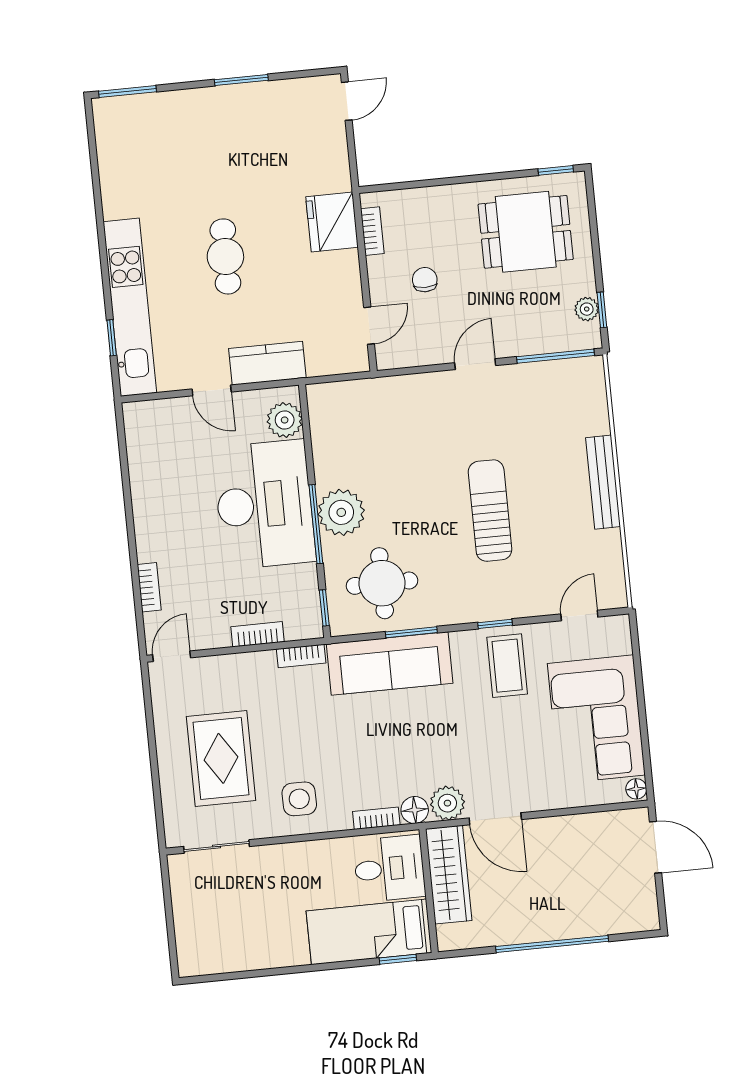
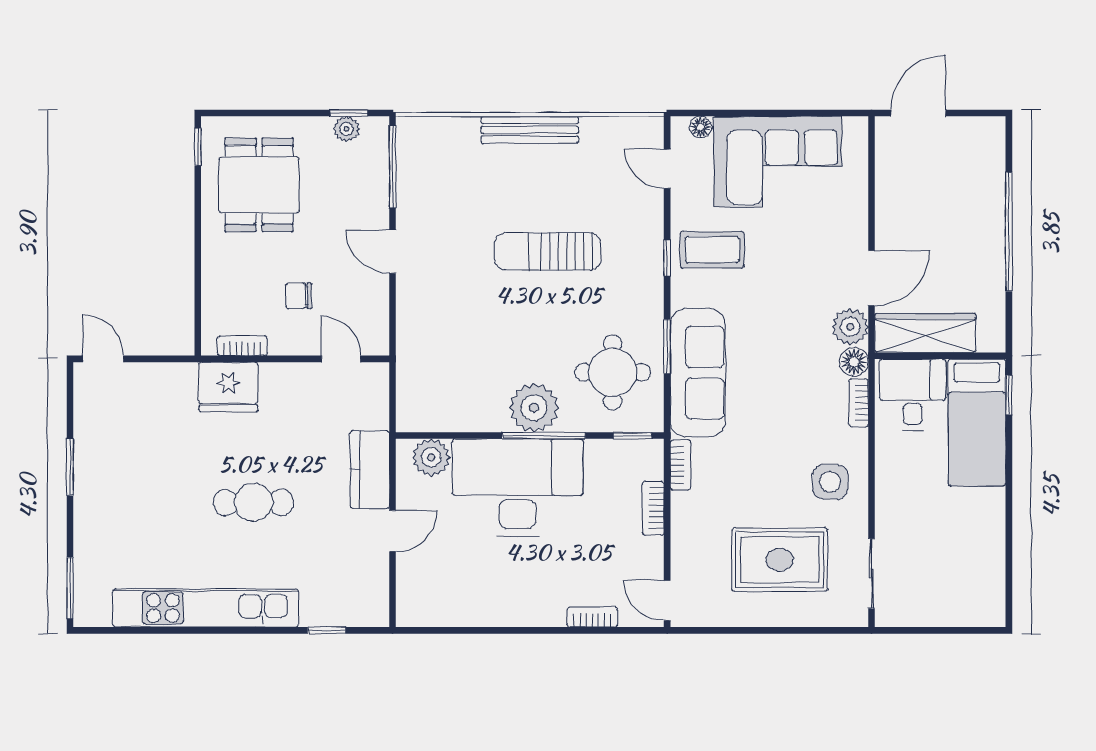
kitchen unit: (130, 307) -> (206, 608), moved
floor lamp: (636, 789) -> (701, 127), moved

